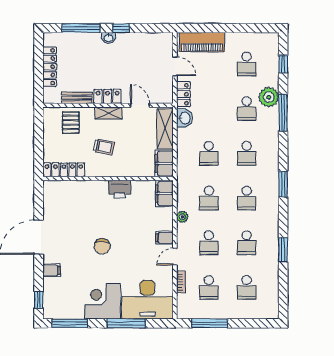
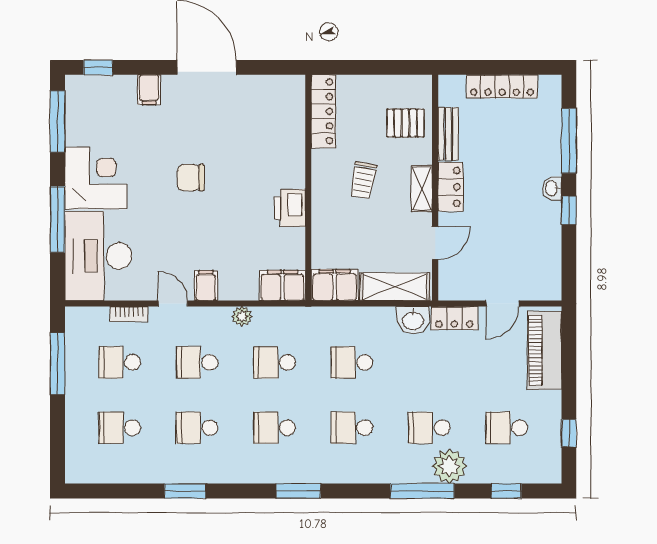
window: (250, 28) -> (569, 433), added

